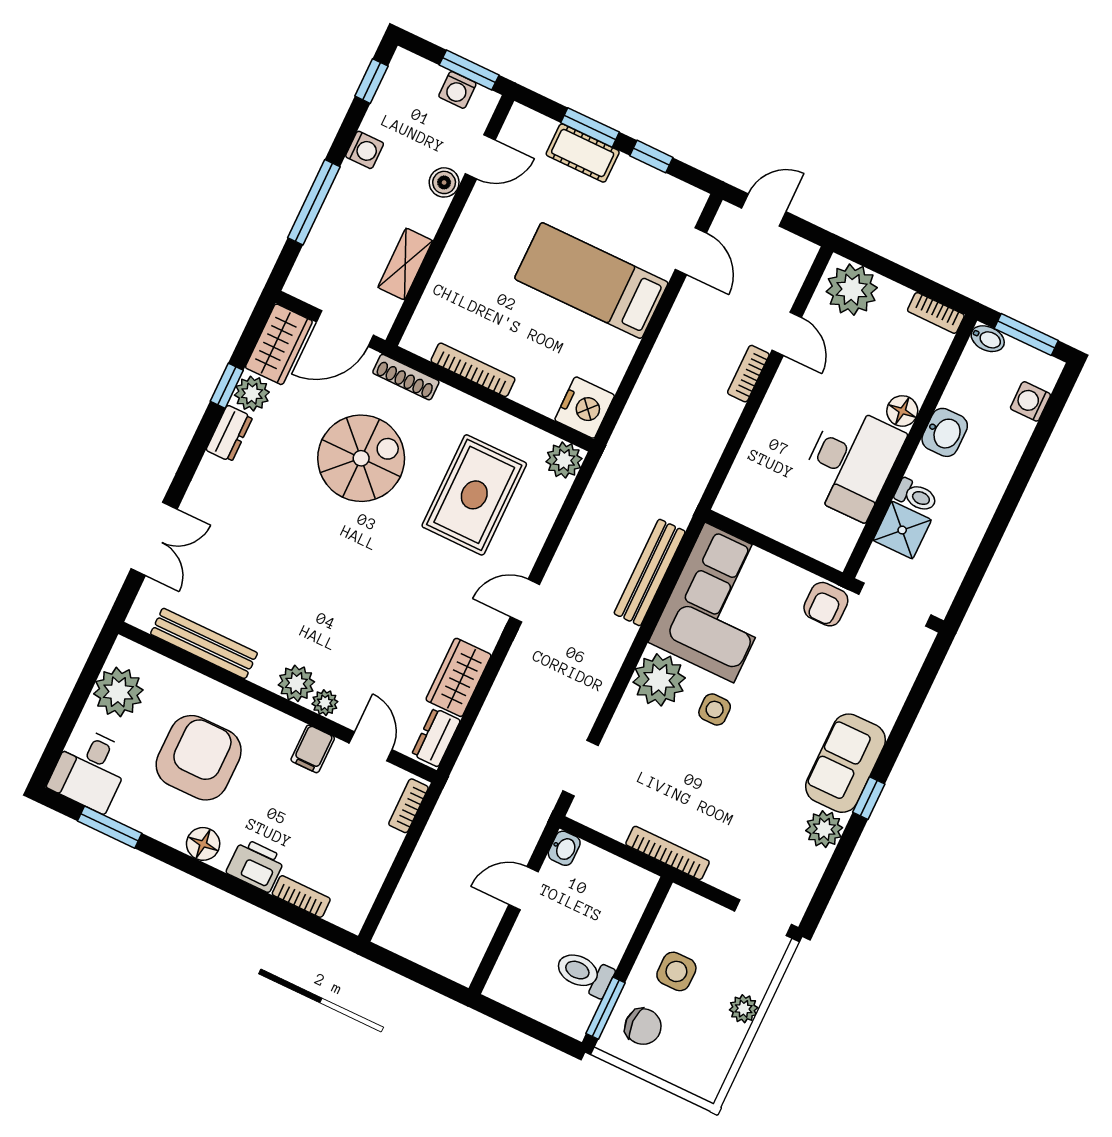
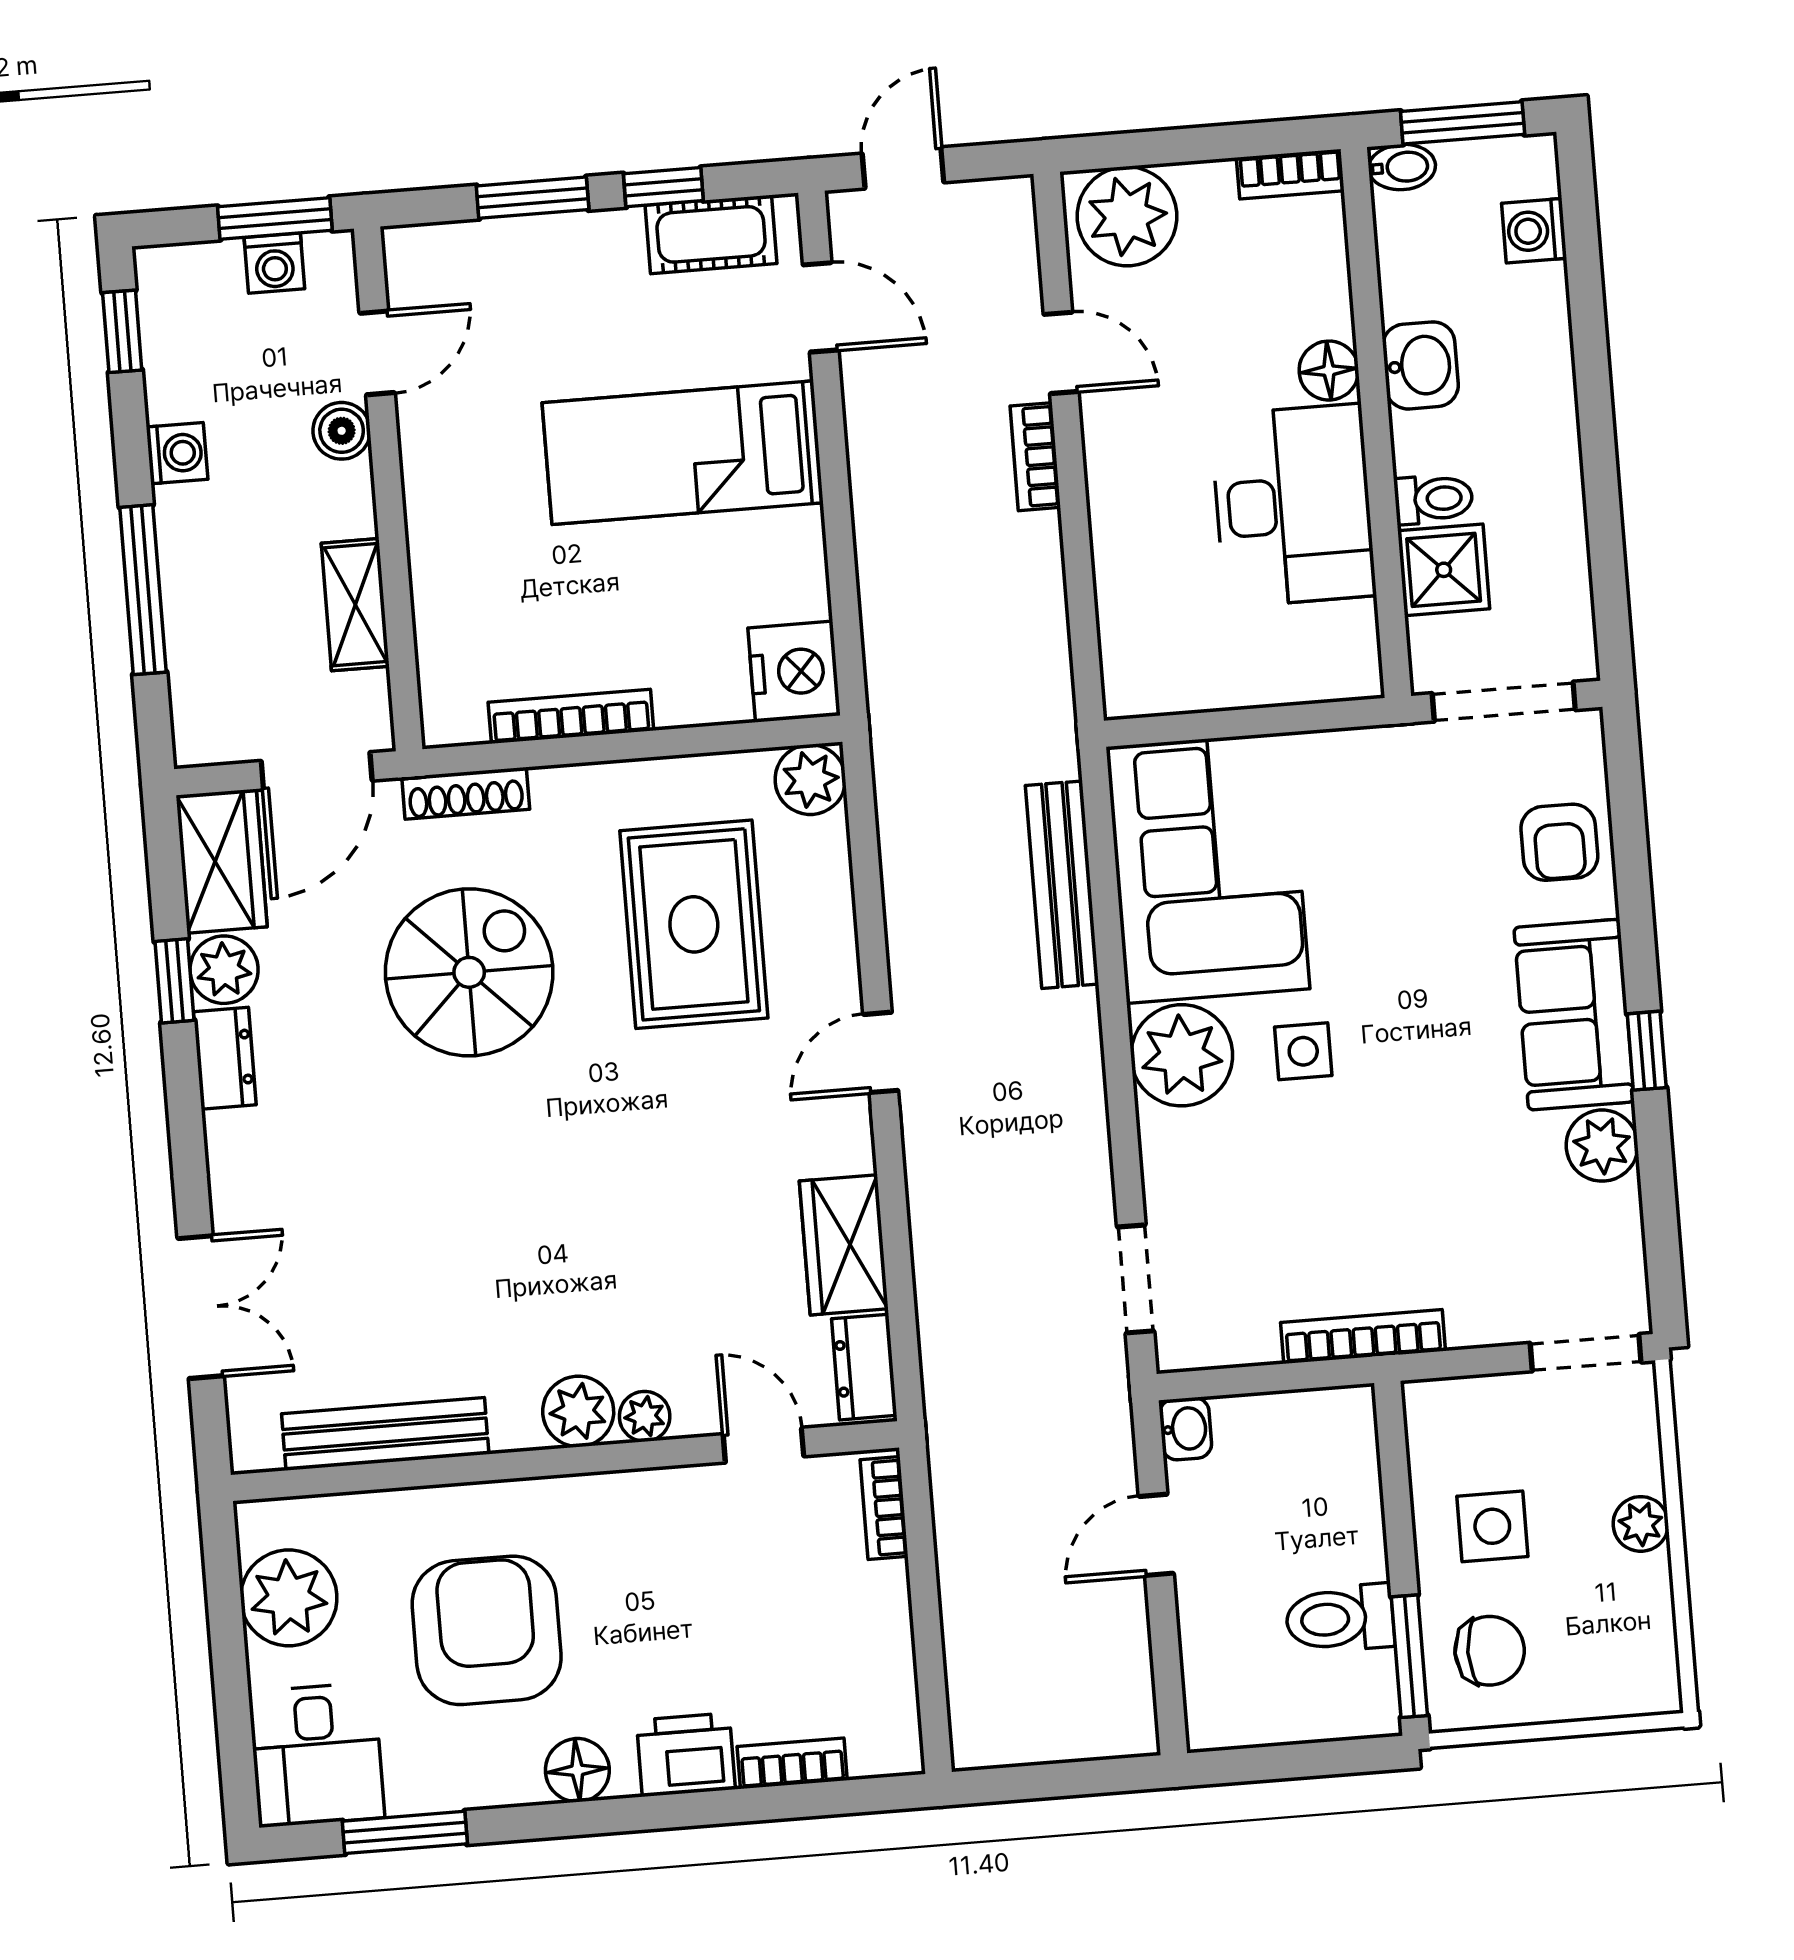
cot: (583, 153) -> (711, 234), moved
armchair: (826, 604) -> (1559, 842), moved
filing cabinet: (313, 749) -> (669, 1505), removed

